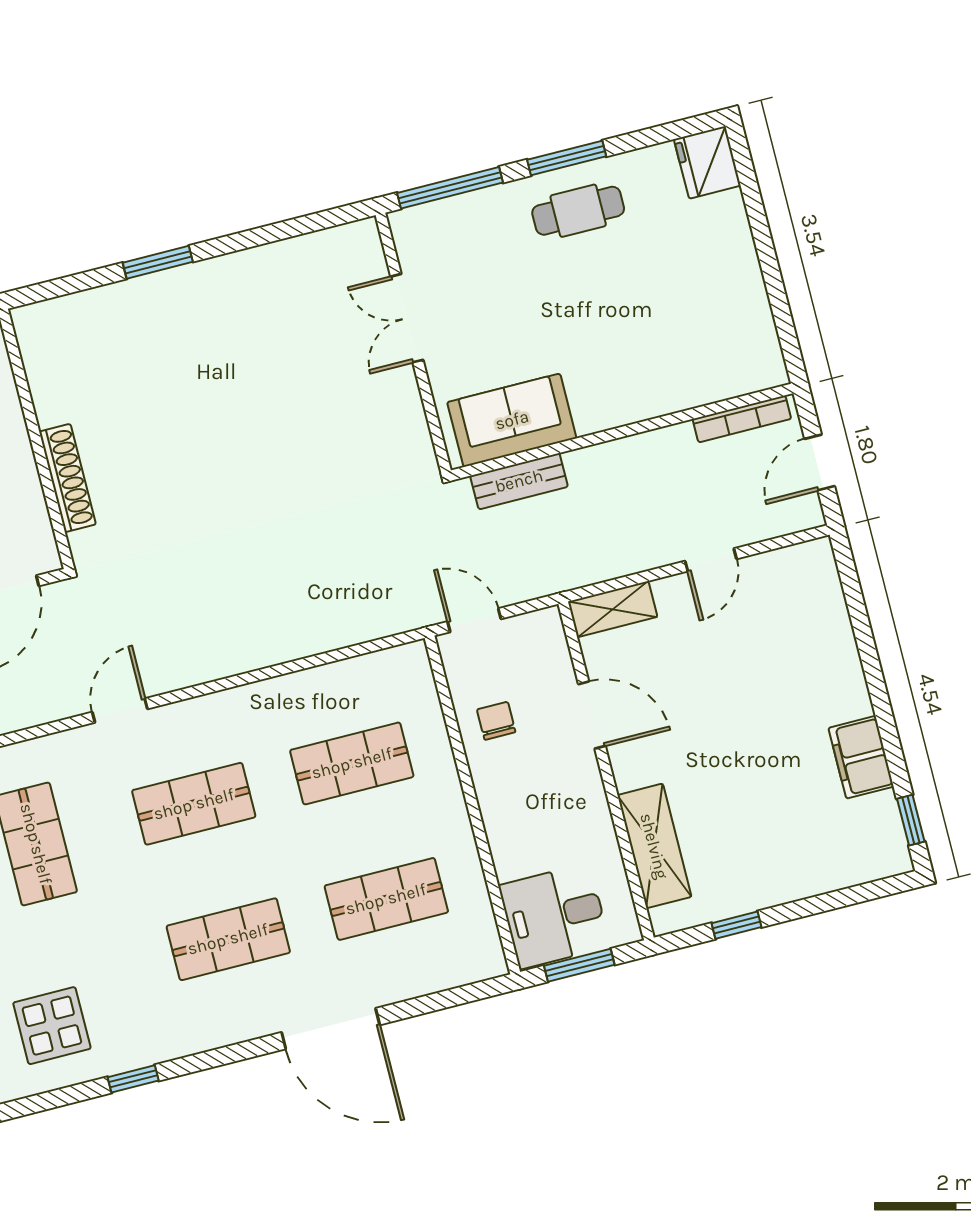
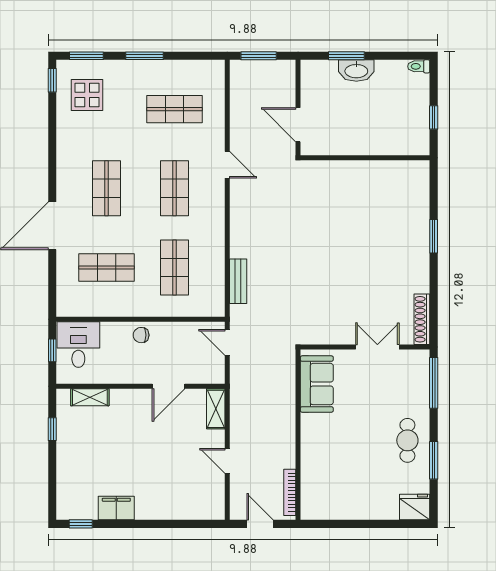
window: (567, 158) -> (434, 460), moved
shoe rack: (67, 478) -> (422, 319), moved, turned 90
bench: (519, 481) -> (238, 281), moved
door: (474, 620) -> (227, 342), swing flipped
chair: (496, 721) -> (141, 335), moved, turned 180
shelving: (654, 846) -> (90, 397), width x0.67, depth x0.75
shop shelf: (386, 899) -> (107, 268), turned 90
window: (579, 965) -> (52, 350), width x0.67
window: (133, 1079) -> (52, 80), moved

